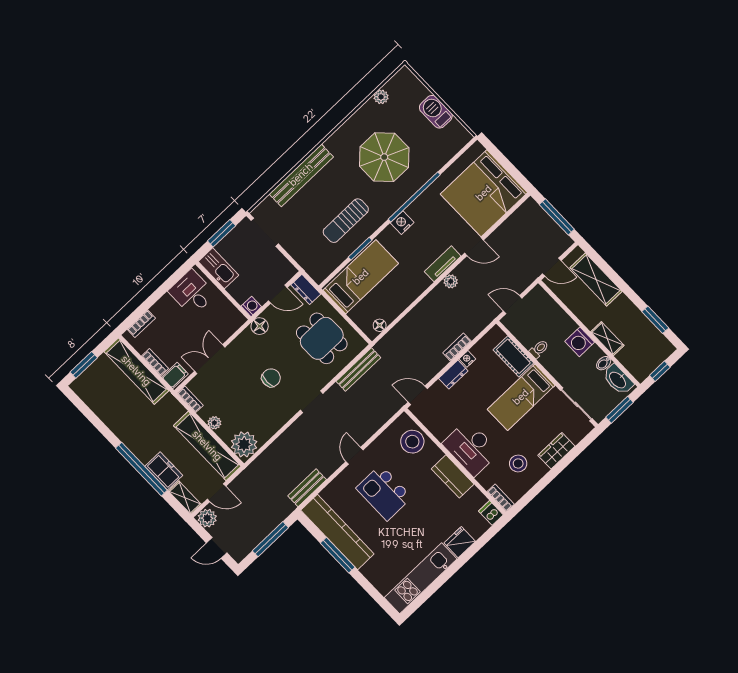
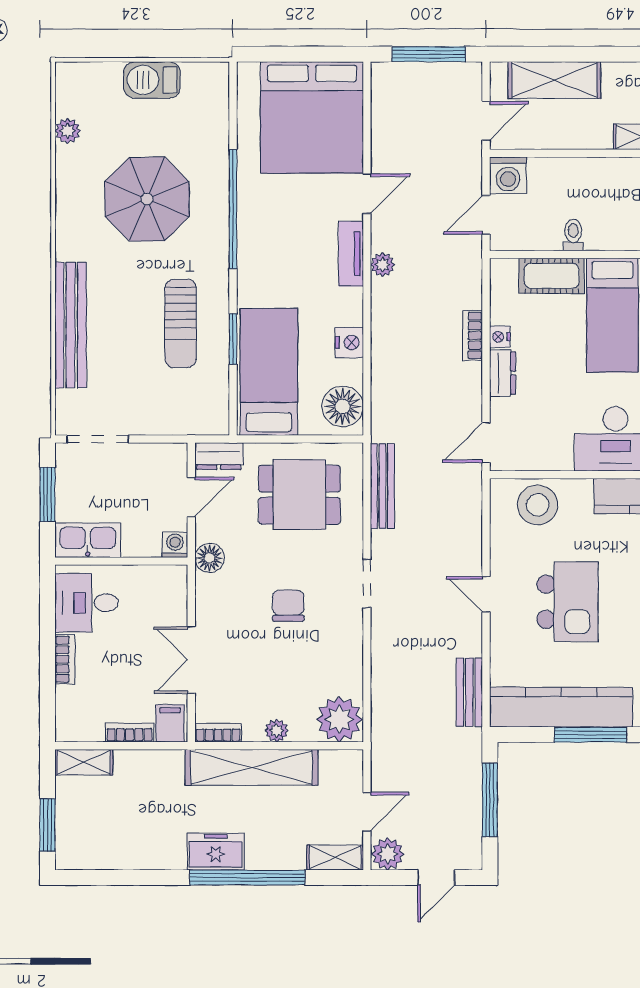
nightstand: (402, 223) -> (349, 343), moved, turned 180
bookcase: (141, 324) -> (65, 659), moved
floor lamp: (380, 325) -> (343, 406), width x1.89, depth x1.89
washing machine: (580, 342) -> (508, 175), moved
shelving: (136, 371) -> (84, 762), width x0.45, depth x0.75
shelving: (207, 446) -> (252, 767), moved
freezer: (164, 471) -> (216, 852), moved
kitchen island: (384, 493) -> (568, 602), turned -90

